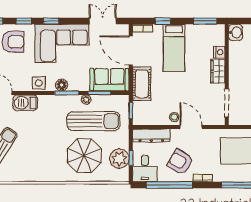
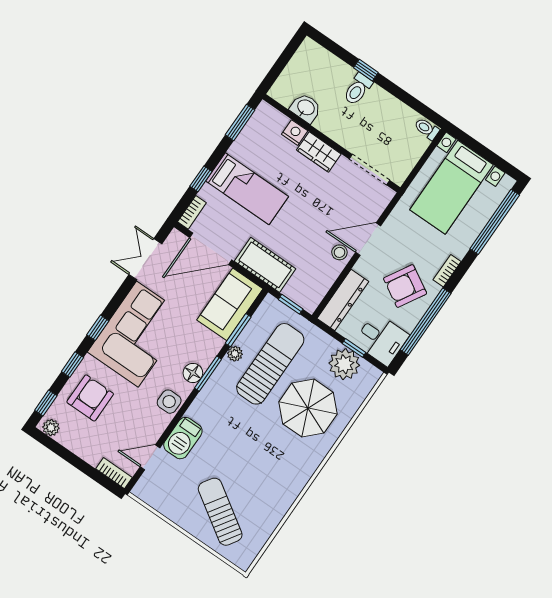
washbasin: (236, 32) -> (306, 108), moved

